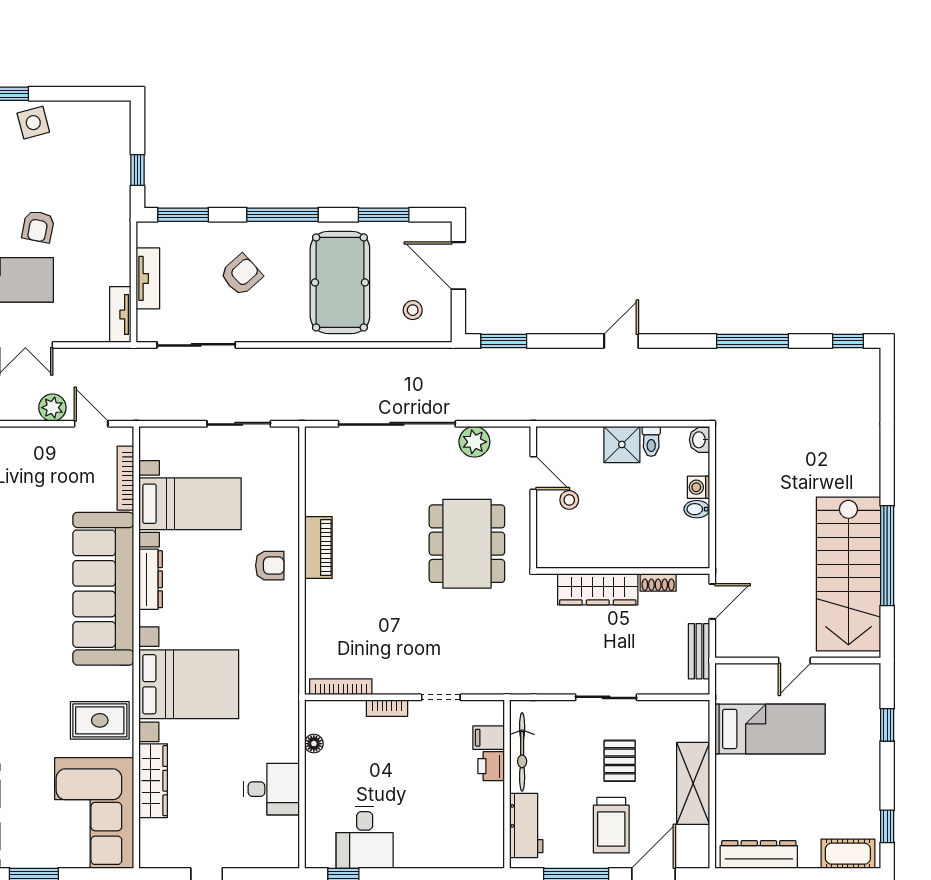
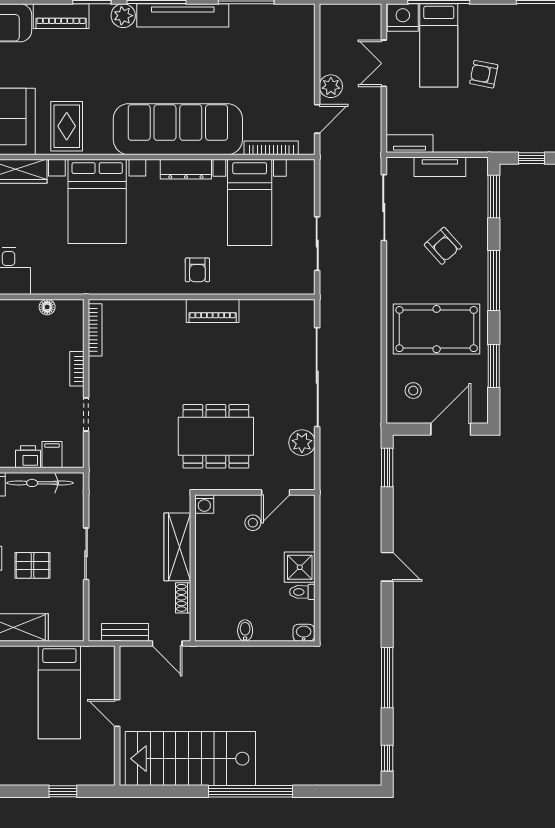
washing machine: (698, 487) -> (204, 504), moved, turned 180
window: (887, 556) -> (250, 791), moved

